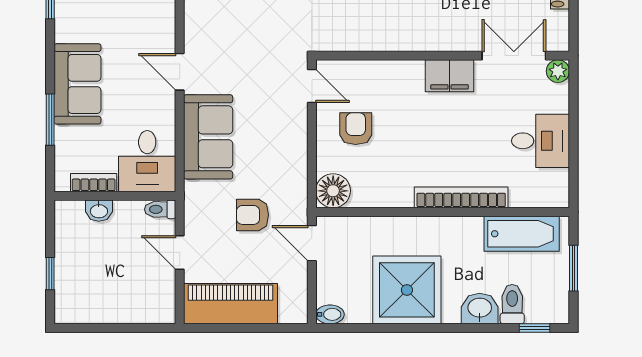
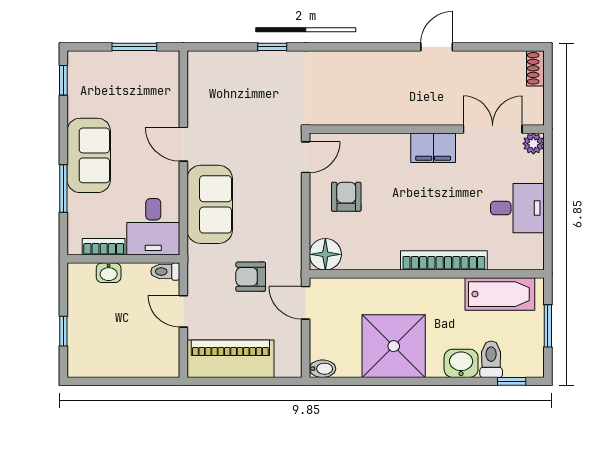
door: (312, 86) -> (306, 157), hinge flipped

